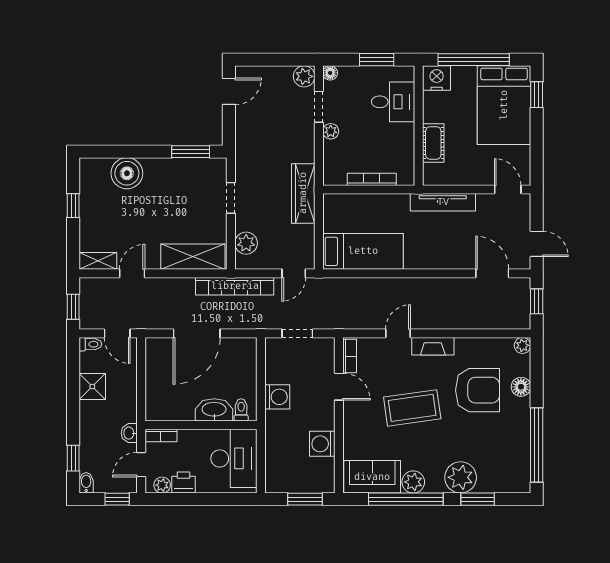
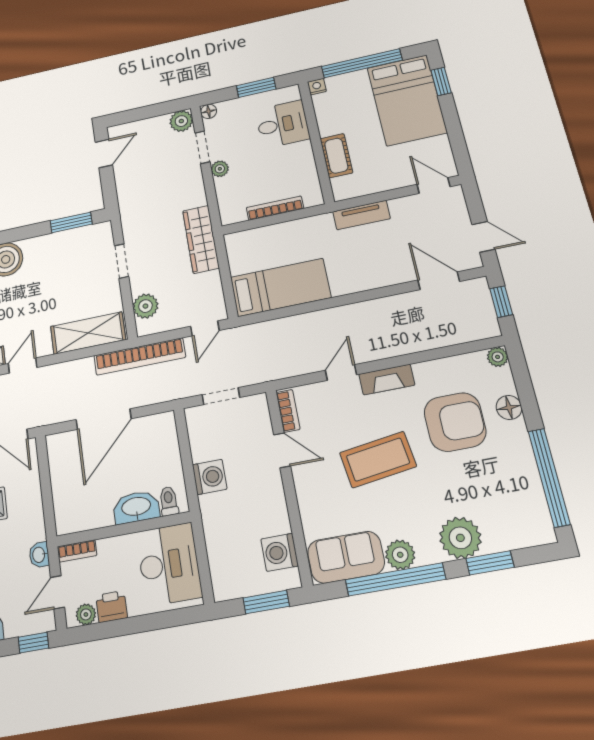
nightstand: (437, 78) -> (317, 87), width x0.53, depth x0.56
tv unit: (443, 202) -> (361, 215), width x0.71
washing machine: (322, 444) -> (280, 552), moved

